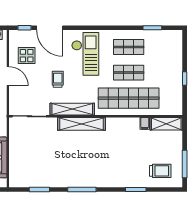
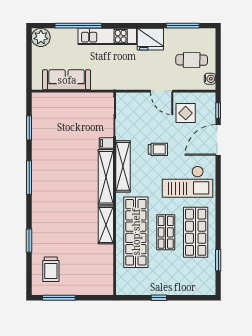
shop shelf: (129, 47) -> (196, 232), width x1.43, depth x1.36
door: (8, 76) -> (162, 91), hinge flipped
filing cabinet: (145, 123) -> (106, 143), moved
shelving: (166, 124) -> (106, 225), moved

